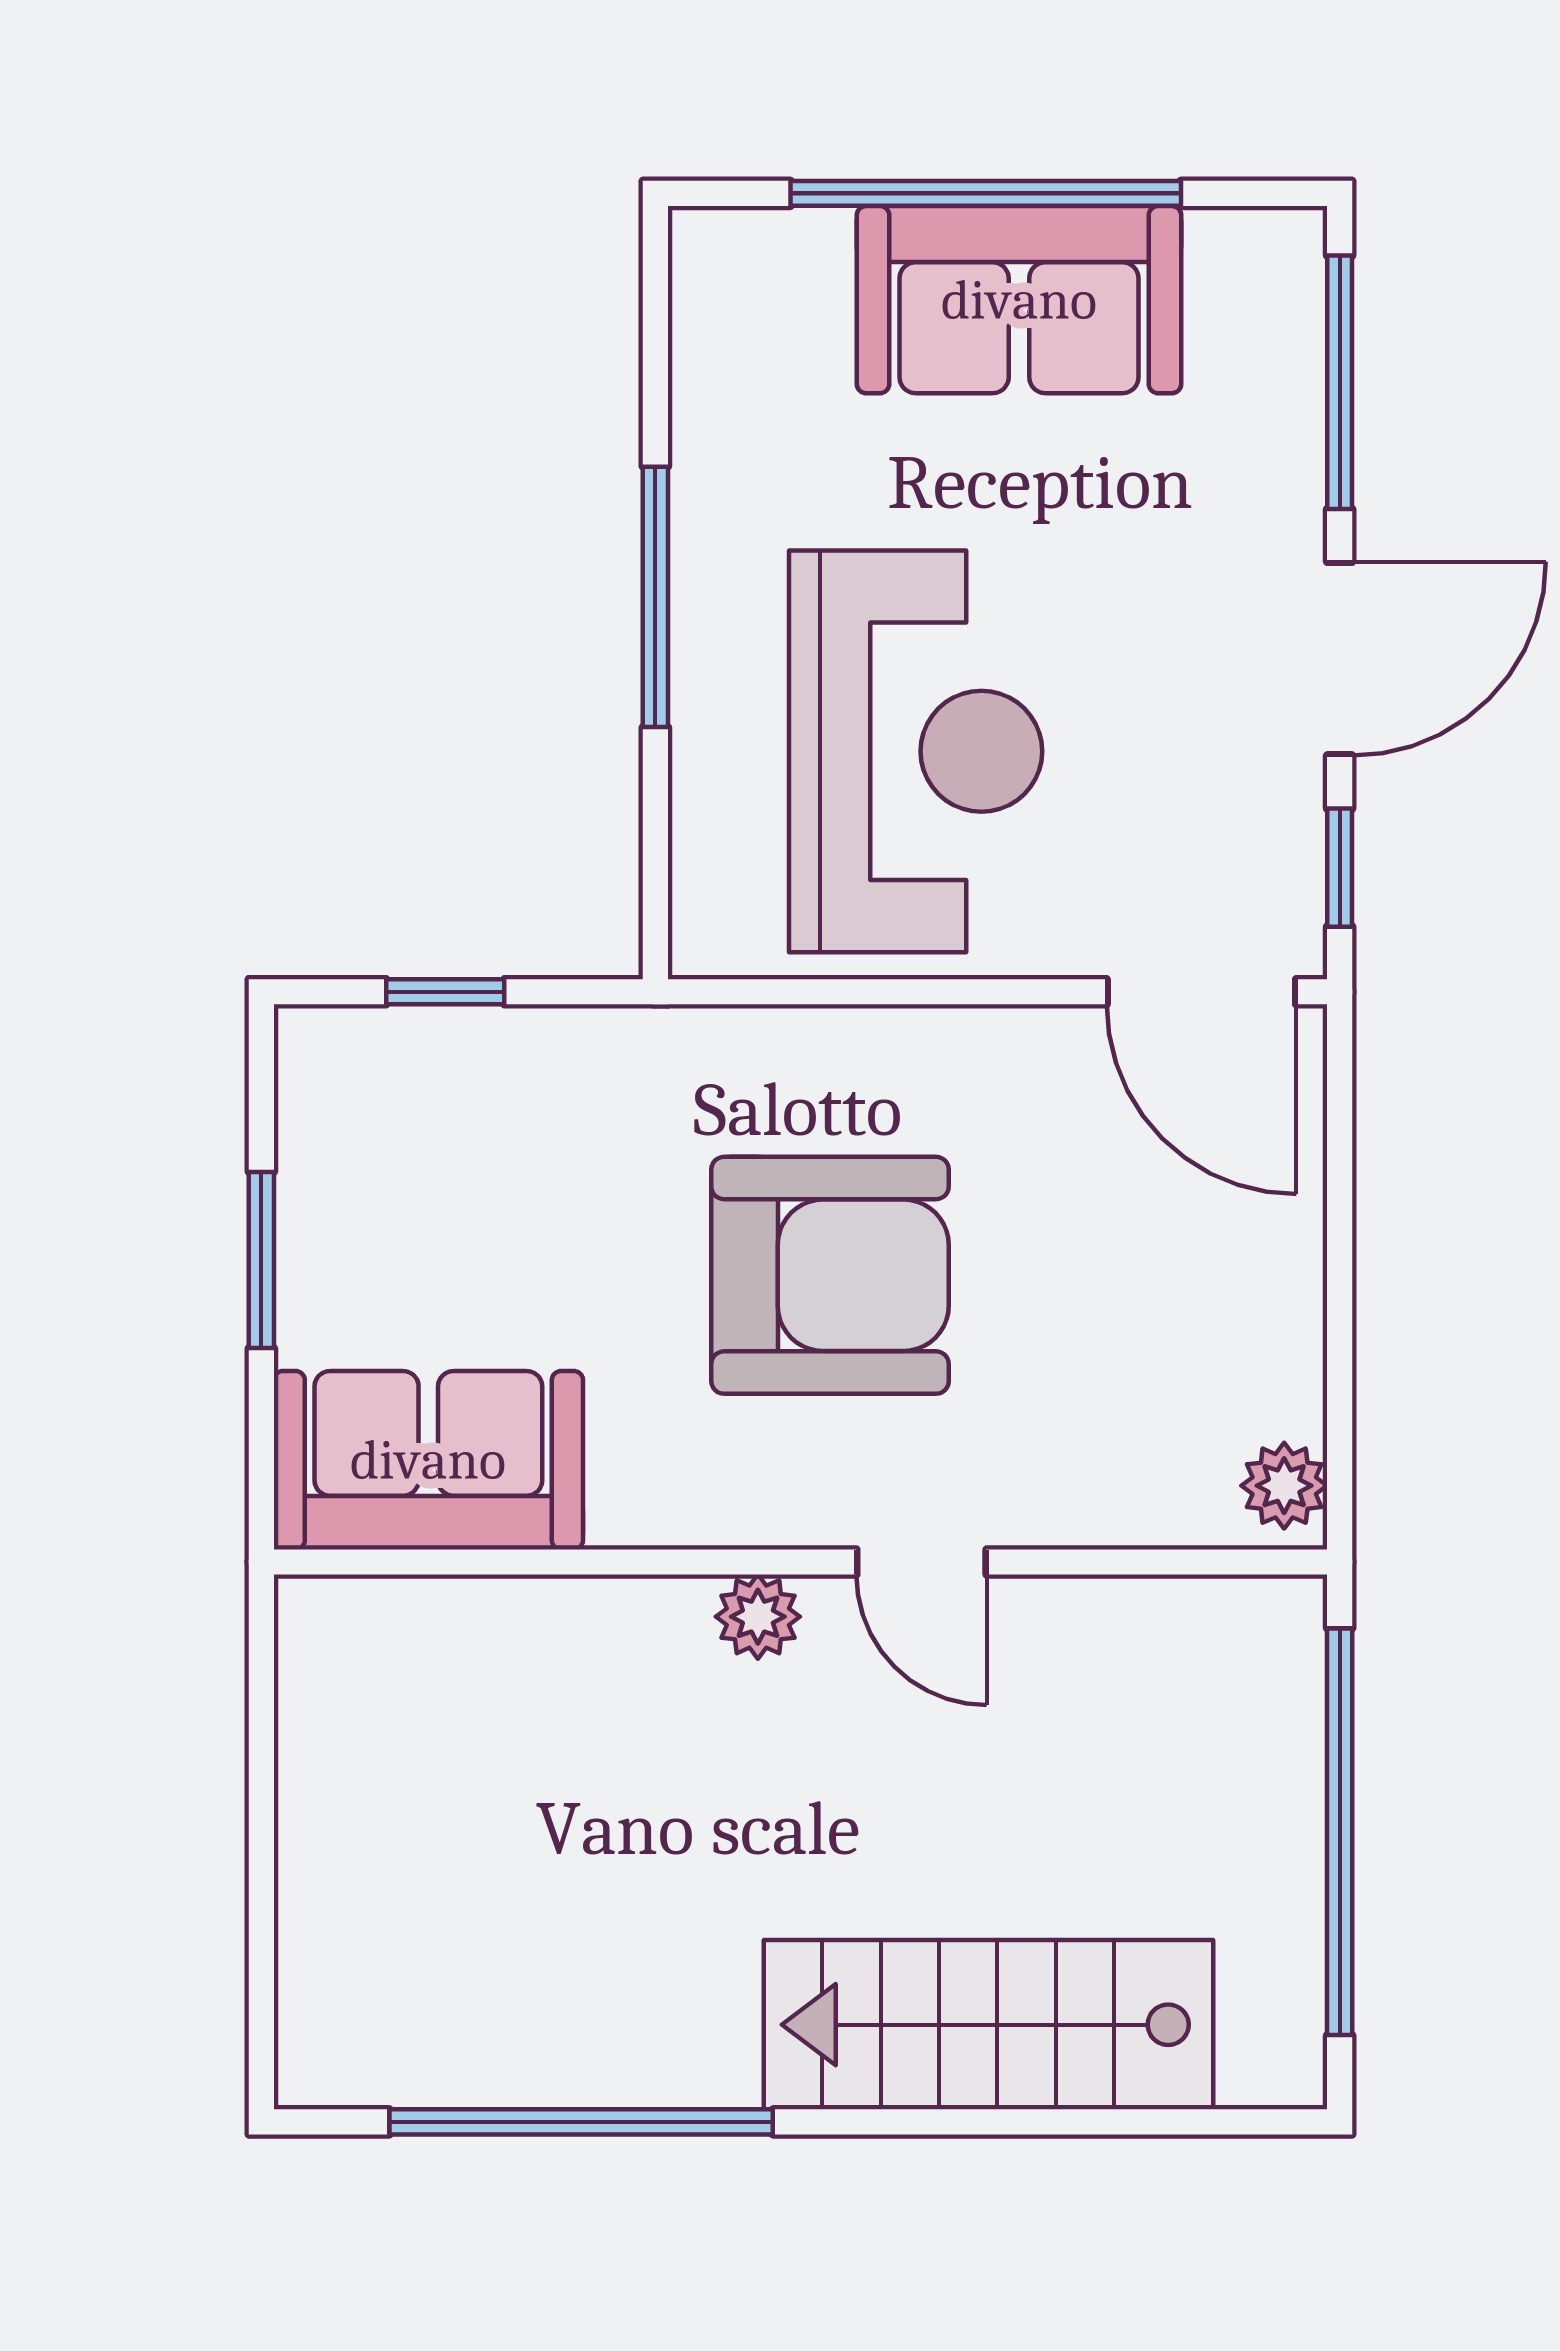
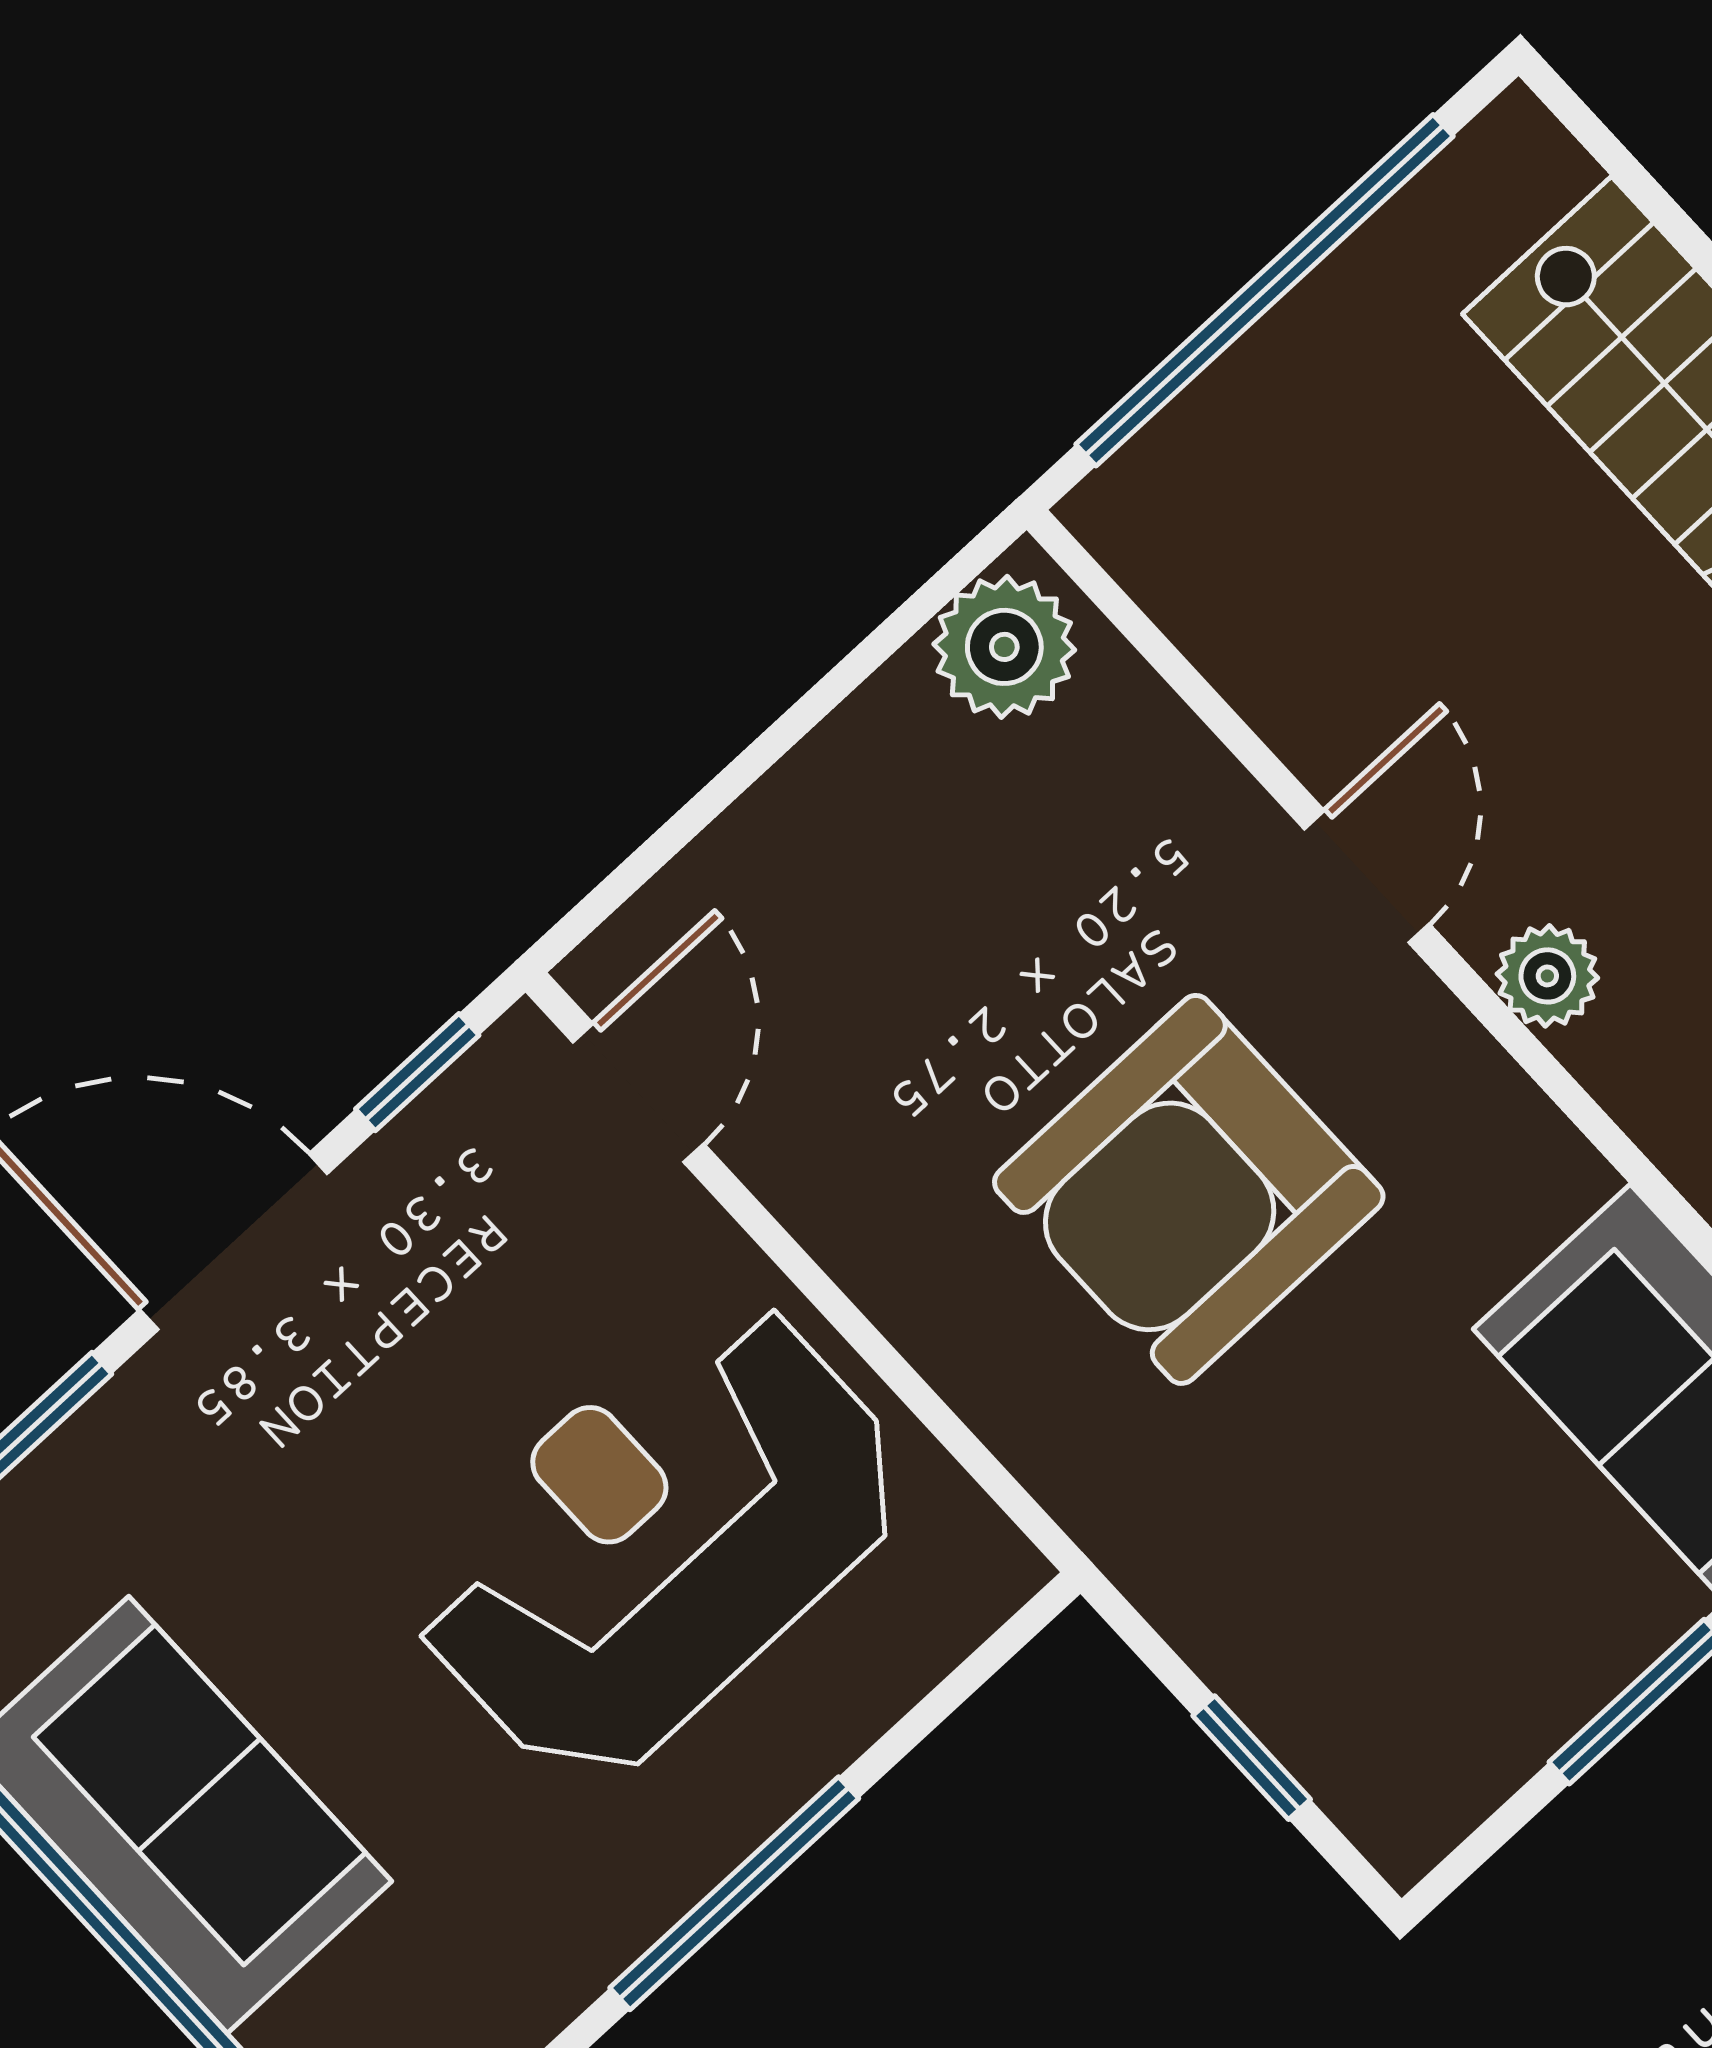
door: (1201, 992) -> (638, 1093), width x0.73
armchair: (830, 1275) -> (1189, 1189), turned -90
plant: (1284, 1486) -> (1004, 647), width x1.38, depth x1.38

